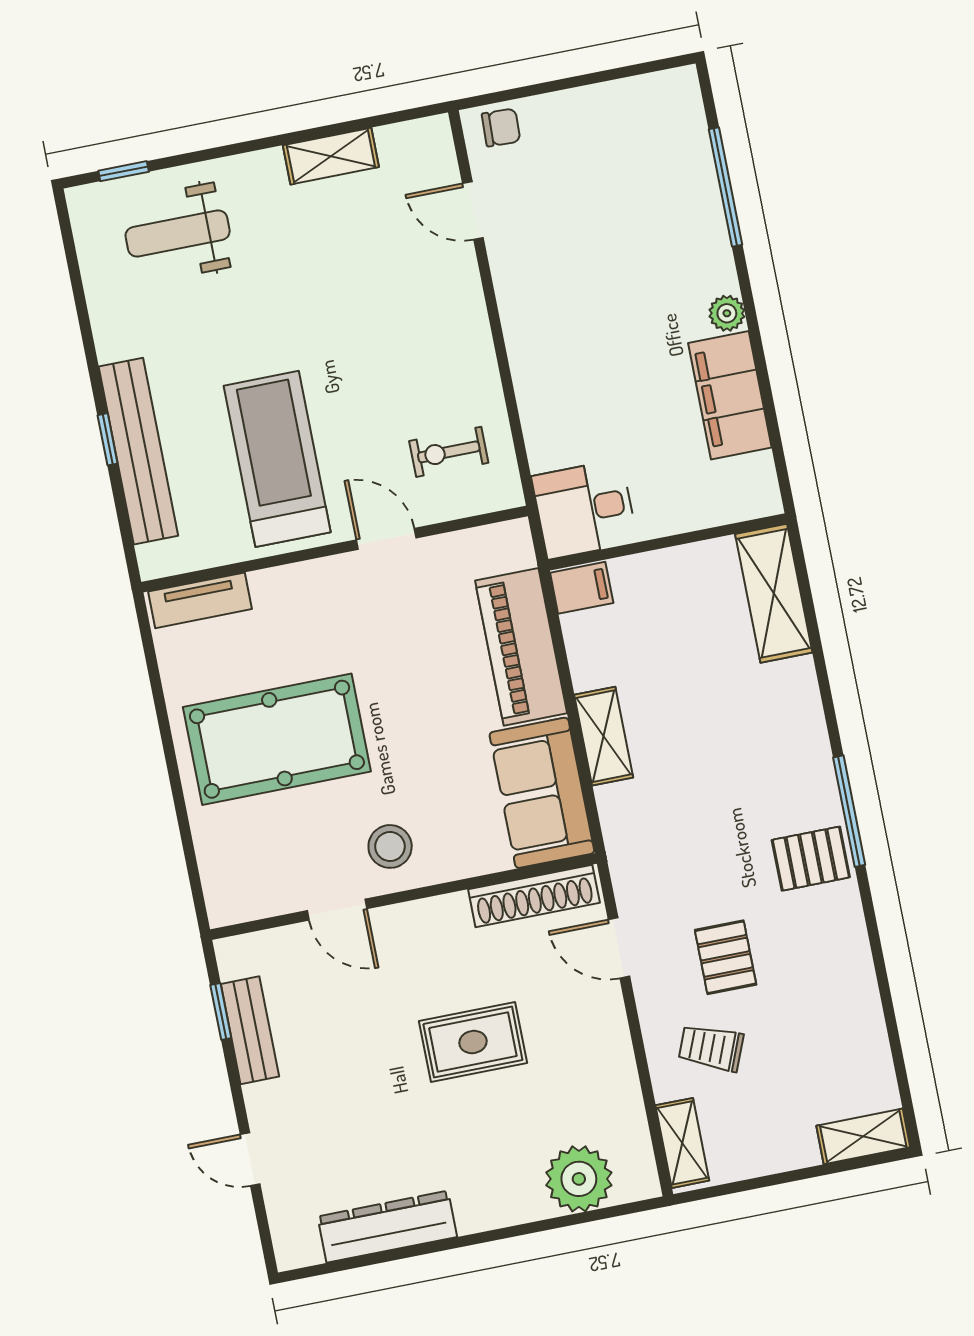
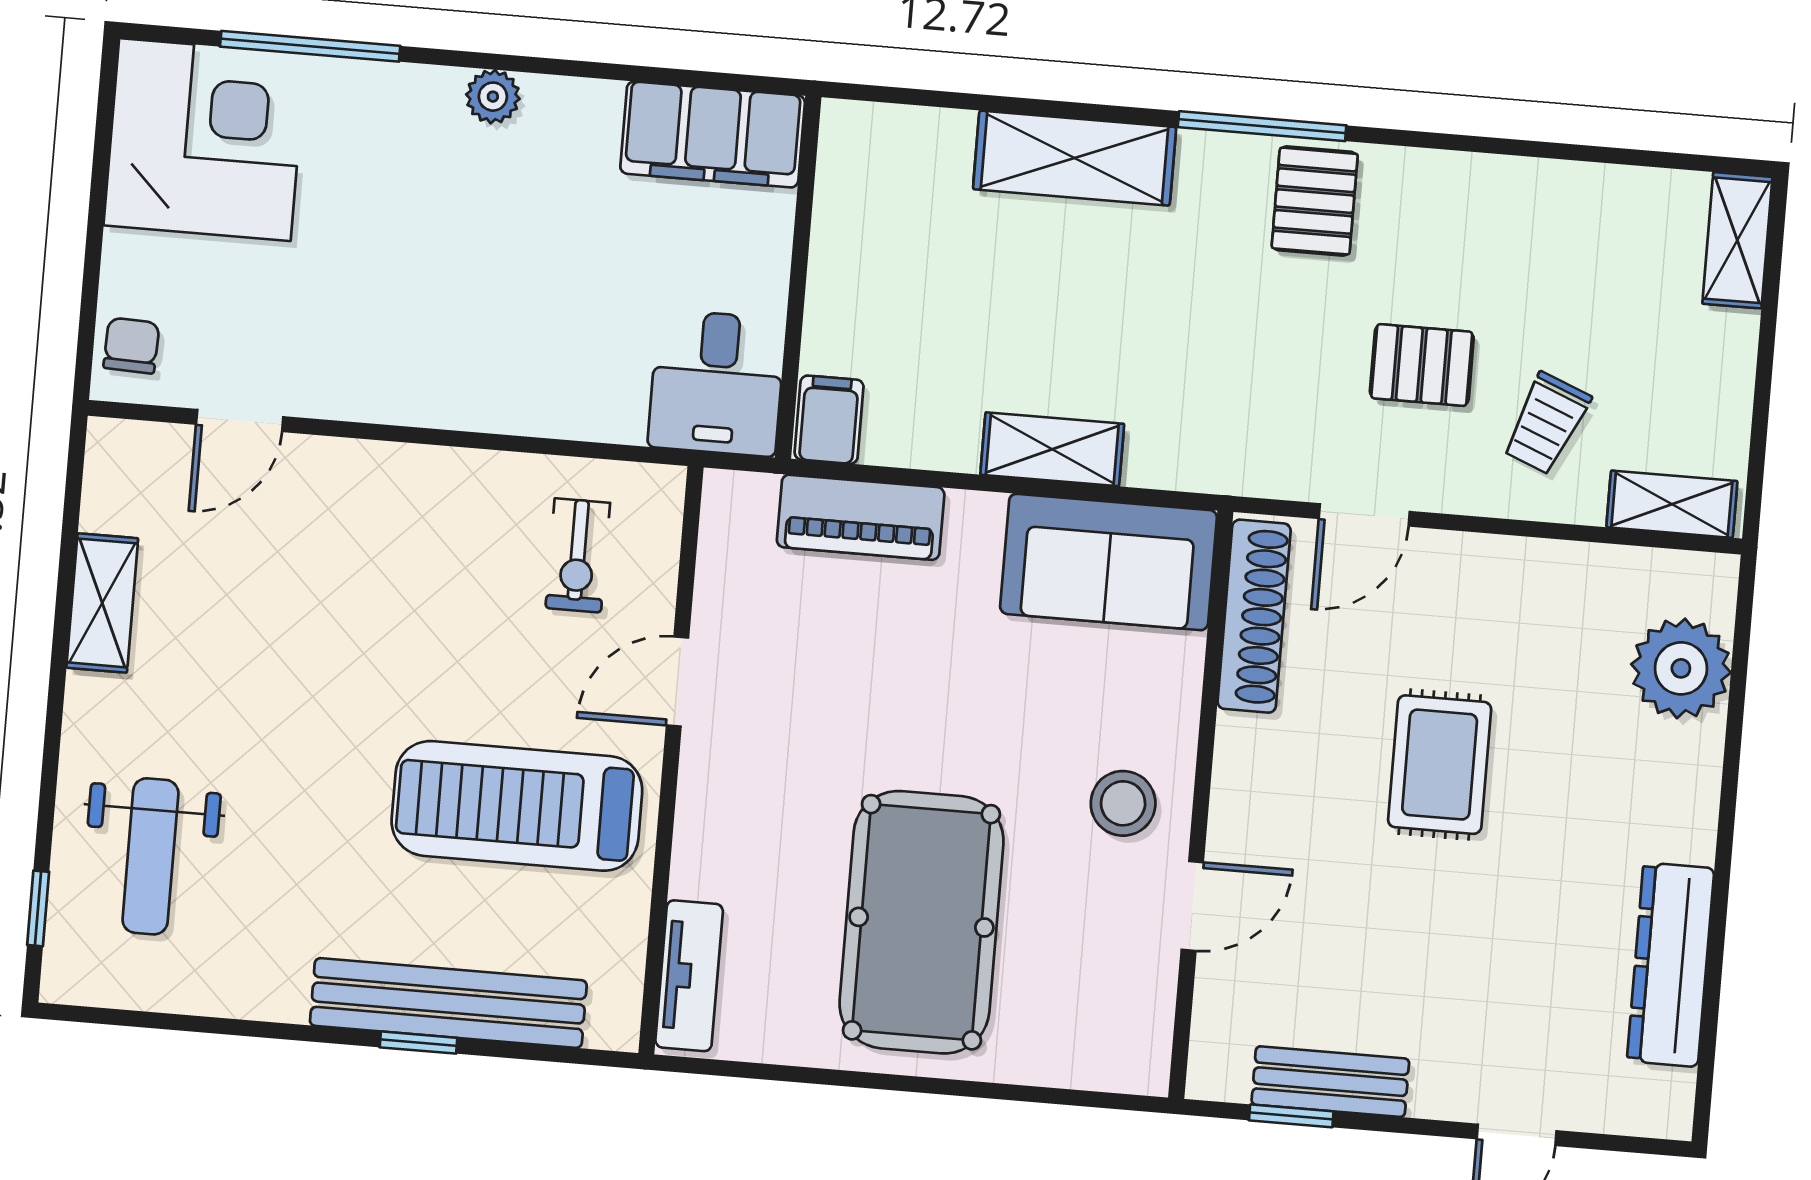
corner desk: (646, 137) -> (205, 140), added
filing cabinet: (730, 395) -> (713, 135), moved
shelving: (774, 593) -> (1075, 158), moved
piano: (521, 647) -> (861, 517), width x0.73, depth x0.75

